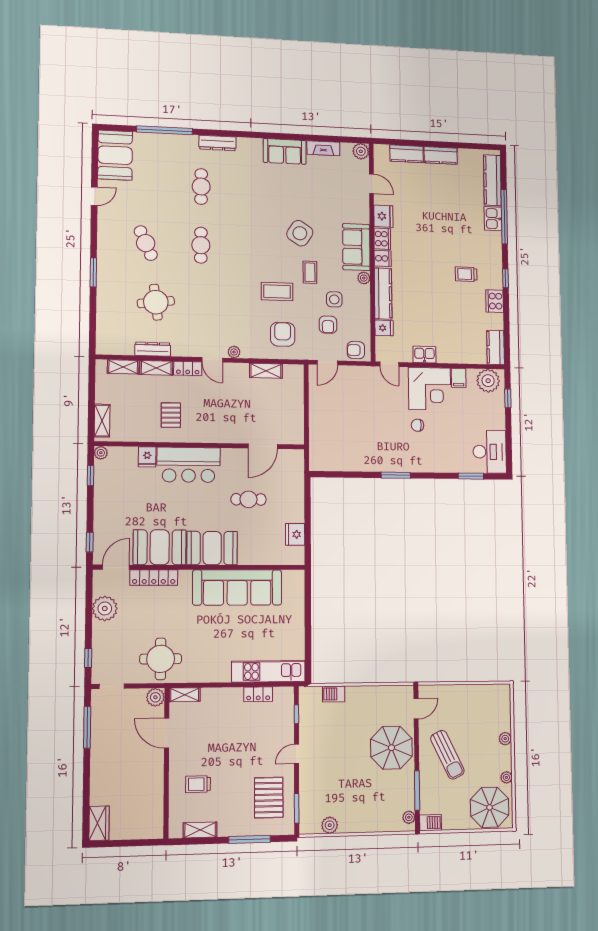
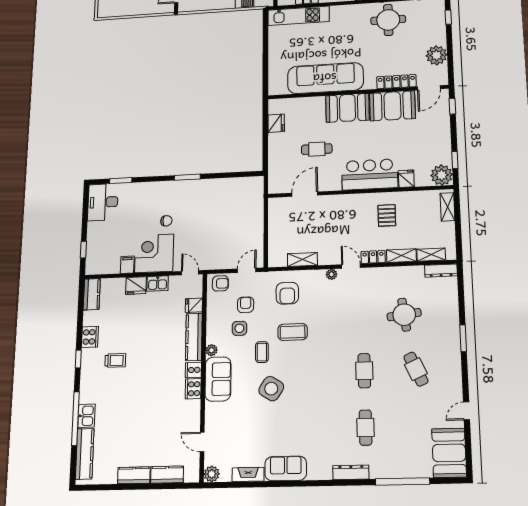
fridge: (383, 216) -> (136, 286), moved, turned -90
dresser: (153, 349) -> (441, 271), moved
plant: (488, 381) -> (100, 264), removed
plant: (101, 453) -> (442, 175), width x1.87, depth x1.87

